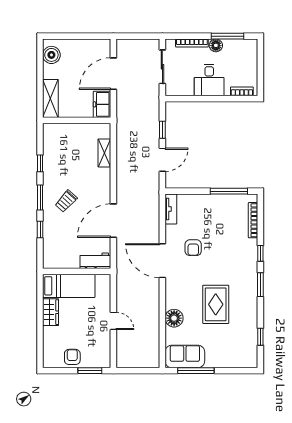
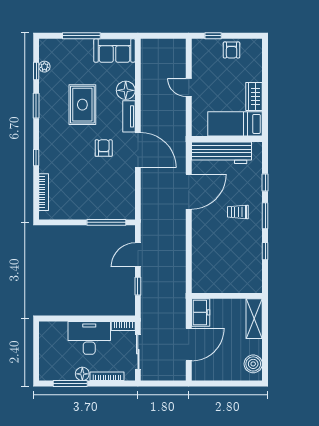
desk: (209, 80) -> (89, 338), width x1.37
bookcase: (242, 91) -> (123, 326), moved
shelving: (104, 153) -> (198, 262), removed
window: (229, 191) -> (106, 222), moved
trolley: (66, 201) -> (238, 212), turned -132
tv unit: (171, 209) -> (129, 116), moved
armchair: (193, 248) -> (104, 148), moved
workbench: (95, 261) -> (221, 153), width x1.88, depth x1.32
window: (260, 285) -> (36, 106), moved
plant: (252, 341) -> (44, 67), added
window: (90, 371) -> (213, 36), width x0.67
window: (196, 371) -> (81, 36), moved

